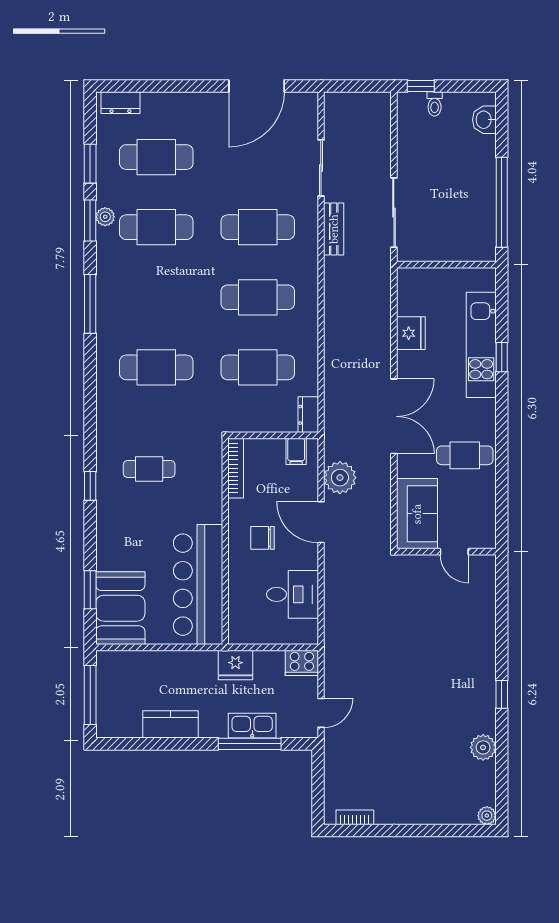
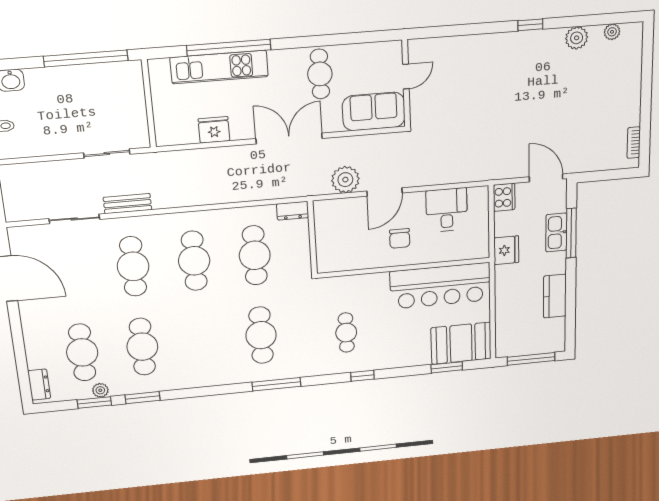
sliding door: (394, 213) -> (107, 153), width x0.73
plant: (105, 217) -> (100, 390), moved
window: (90, 304) -> (276, 384), moved
window: (502, 357) -> (229, 48), width x3.17
filing cabinet: (296, 451) -> (325, 218), removed
bookcase: (236, 468) -> (342, 265), removed
door: (321, 713) -> (546, 178), width x1.38
plant: (487, 816) -> (612, 32), moved

